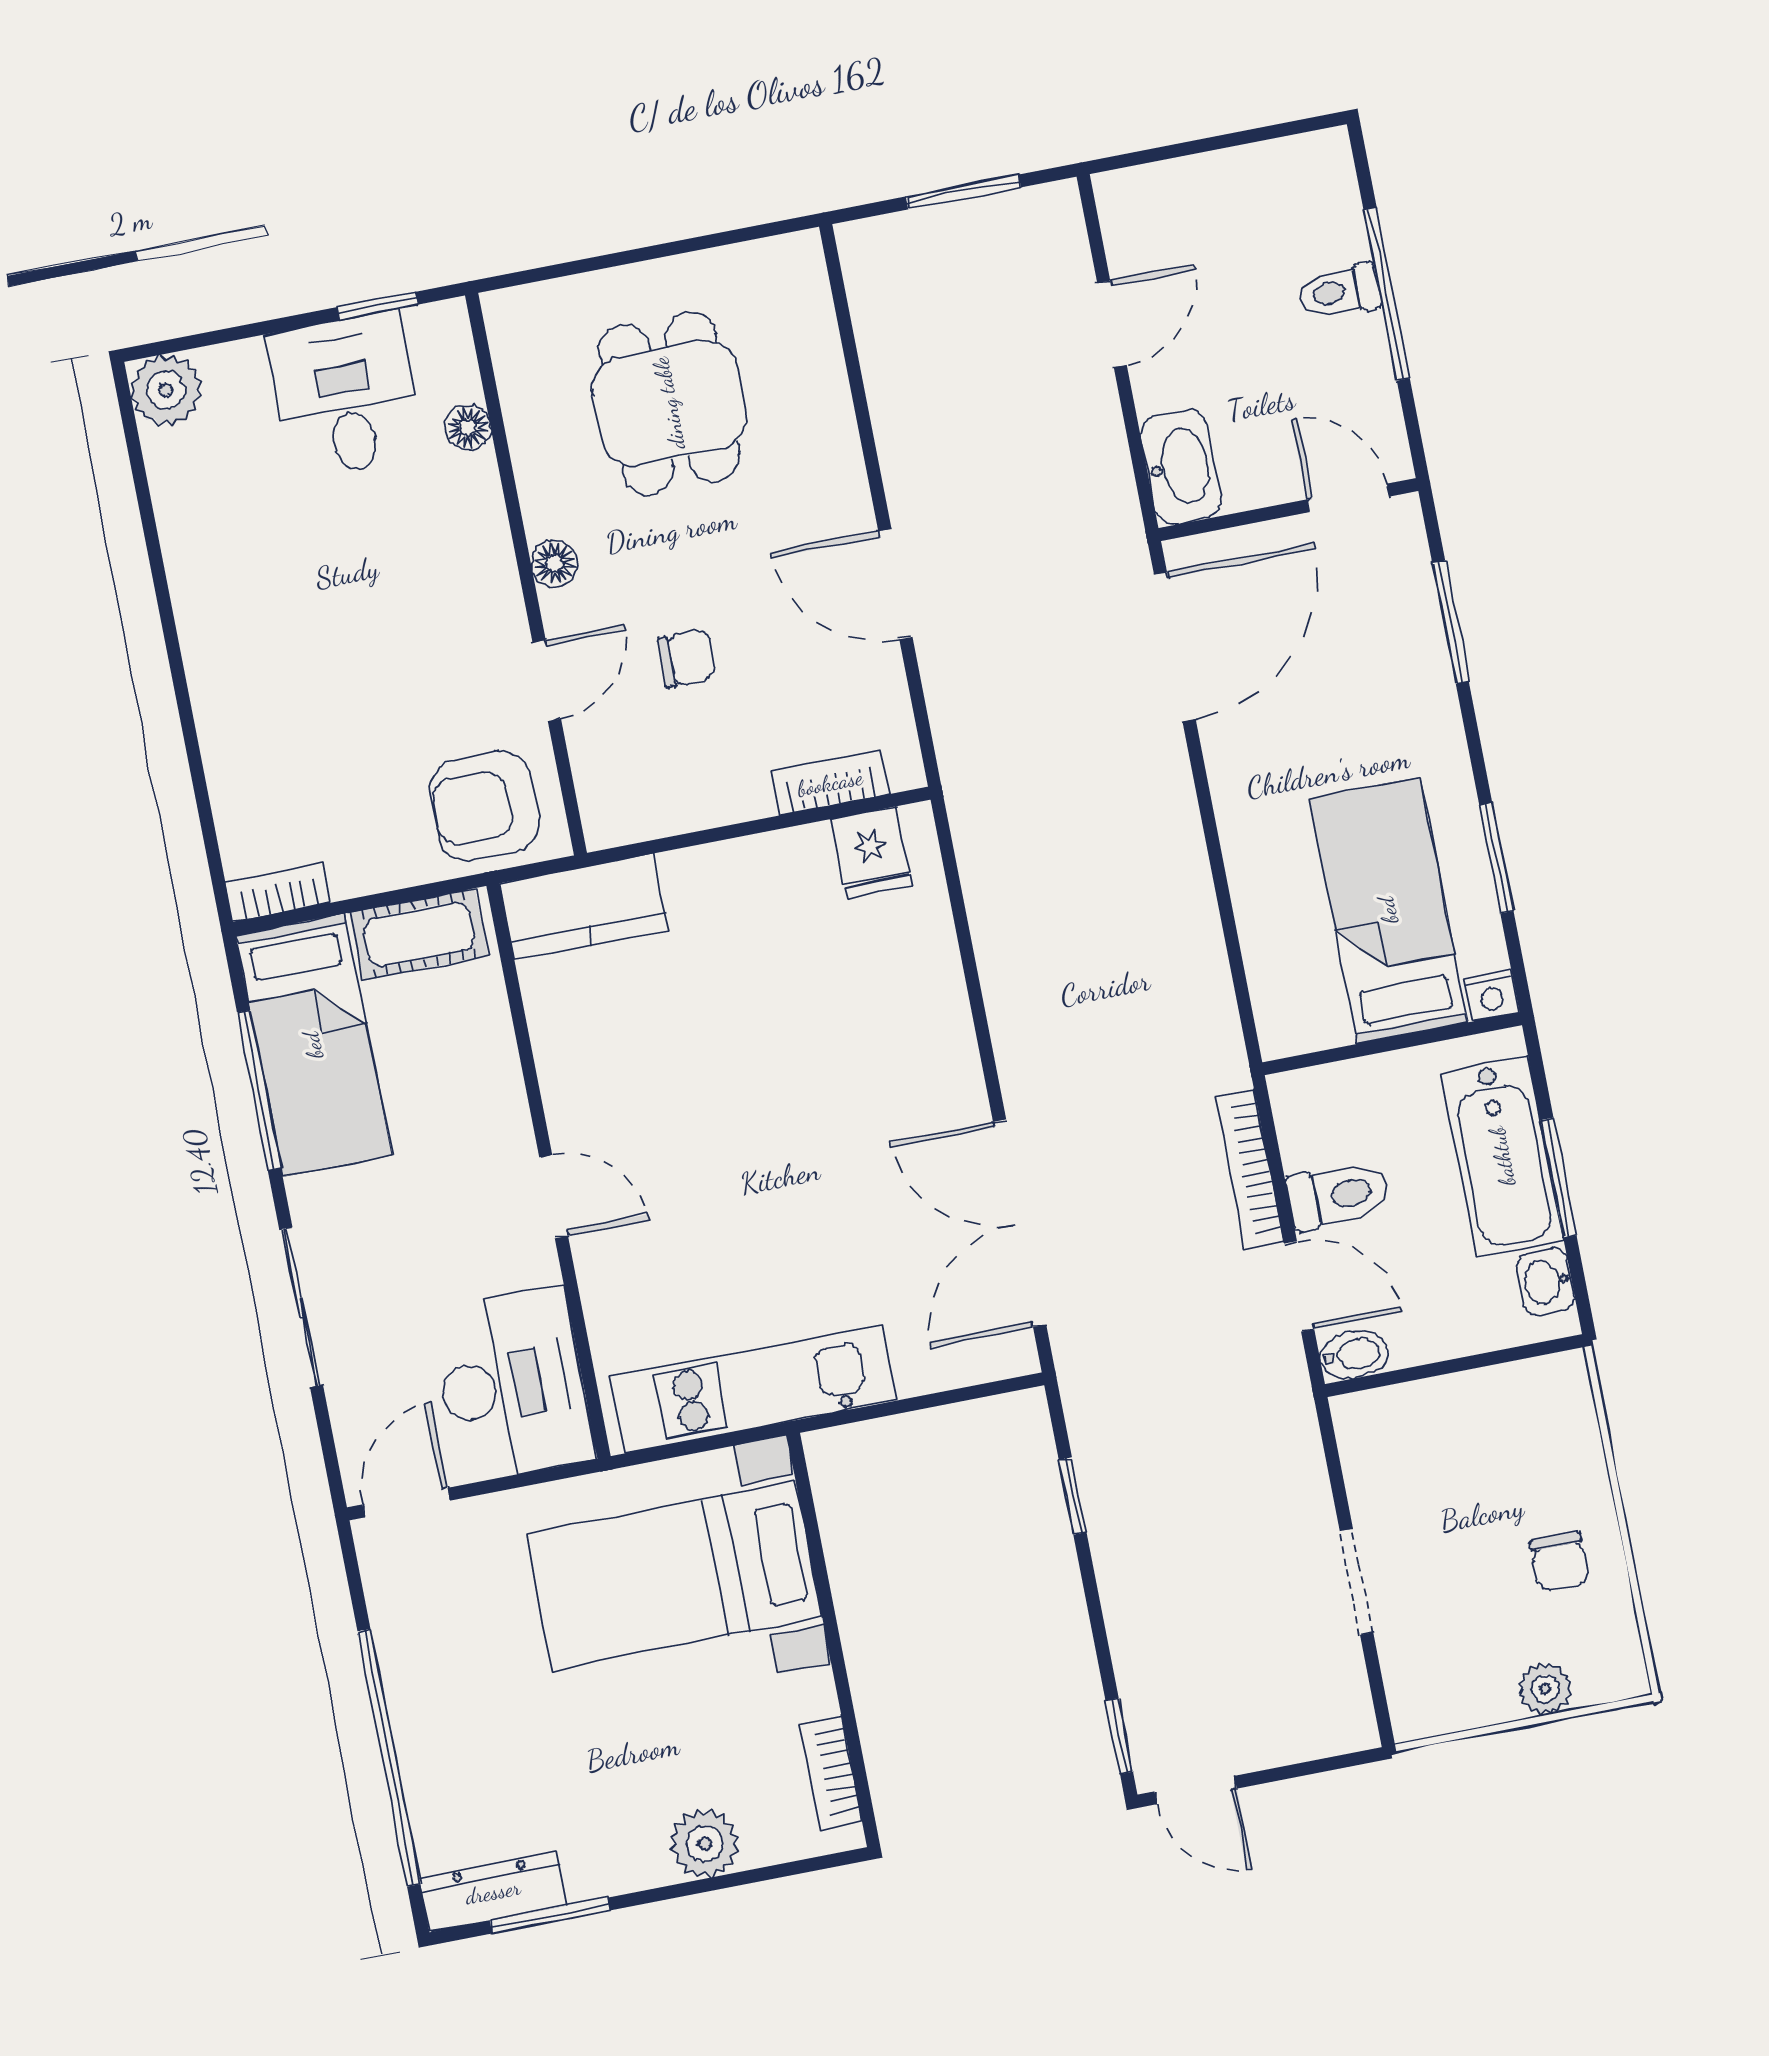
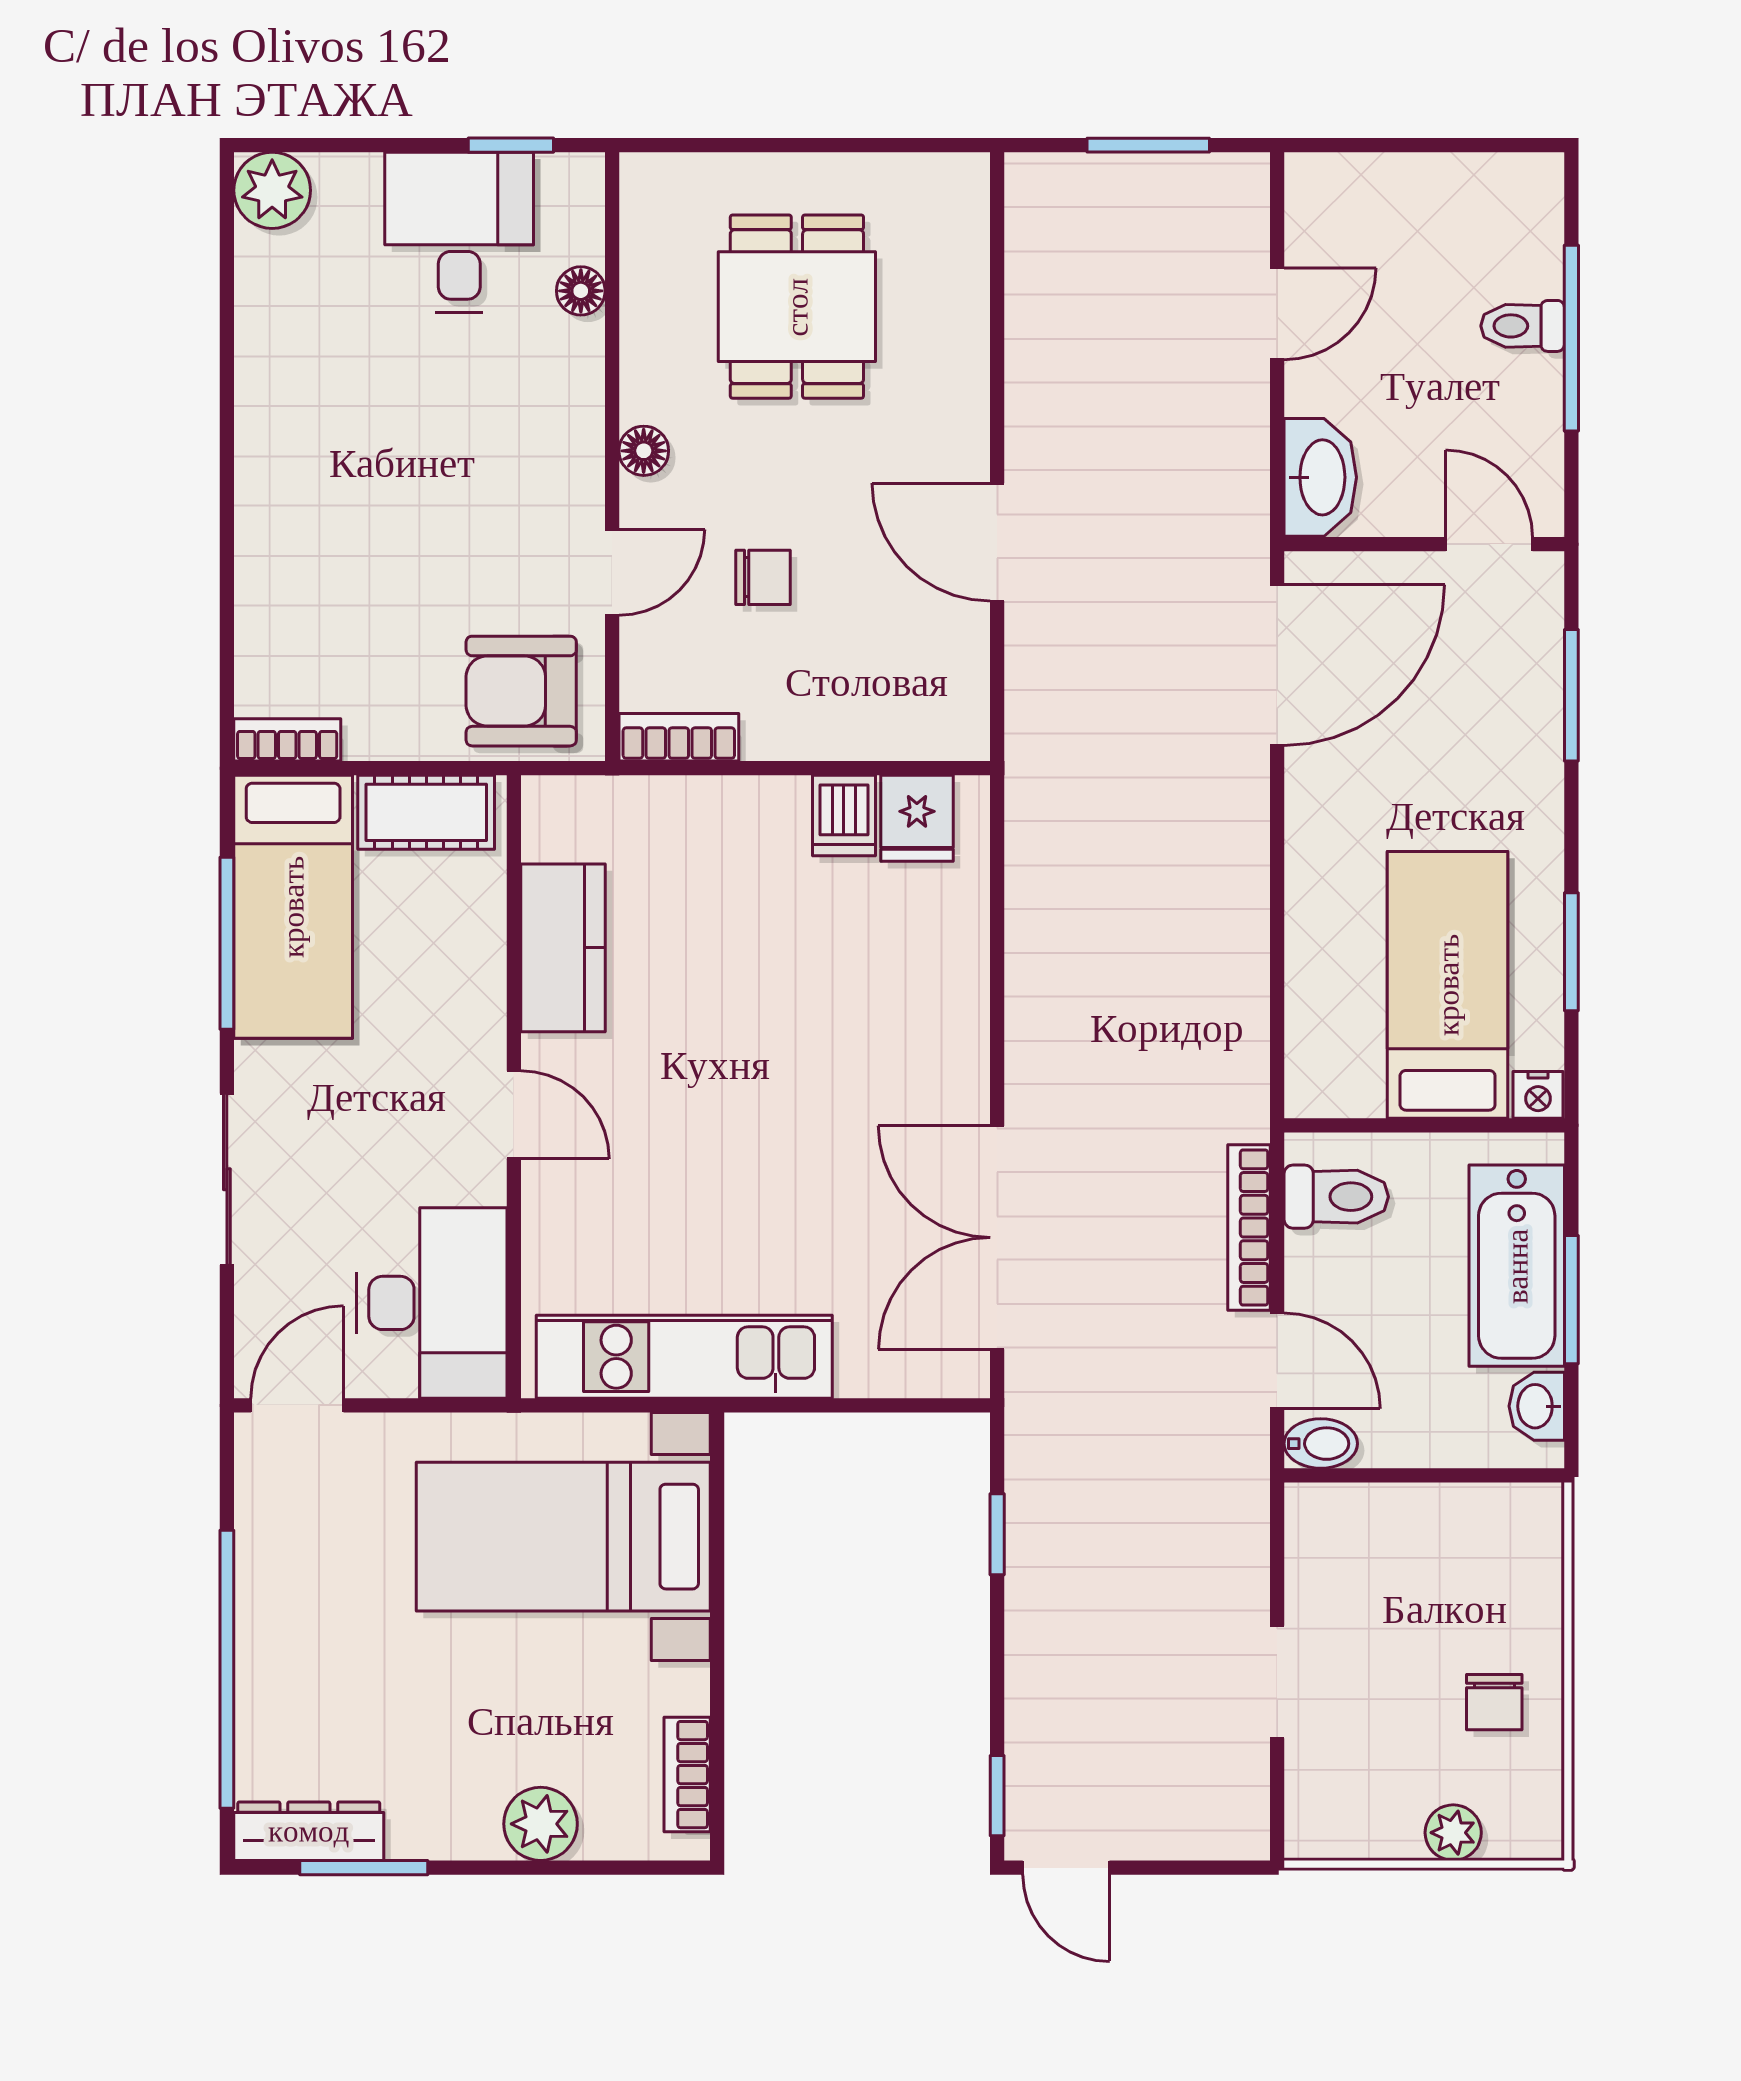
bookcase: (830, 783) -> (679, 737), moved
dishwasher: (803, 863) -> (844, 816), added
kitchen counter: (584, 907) -> (563, 948), moved, turned -90
toilet: (1338, 1195) -> (1336, 1197), moved

